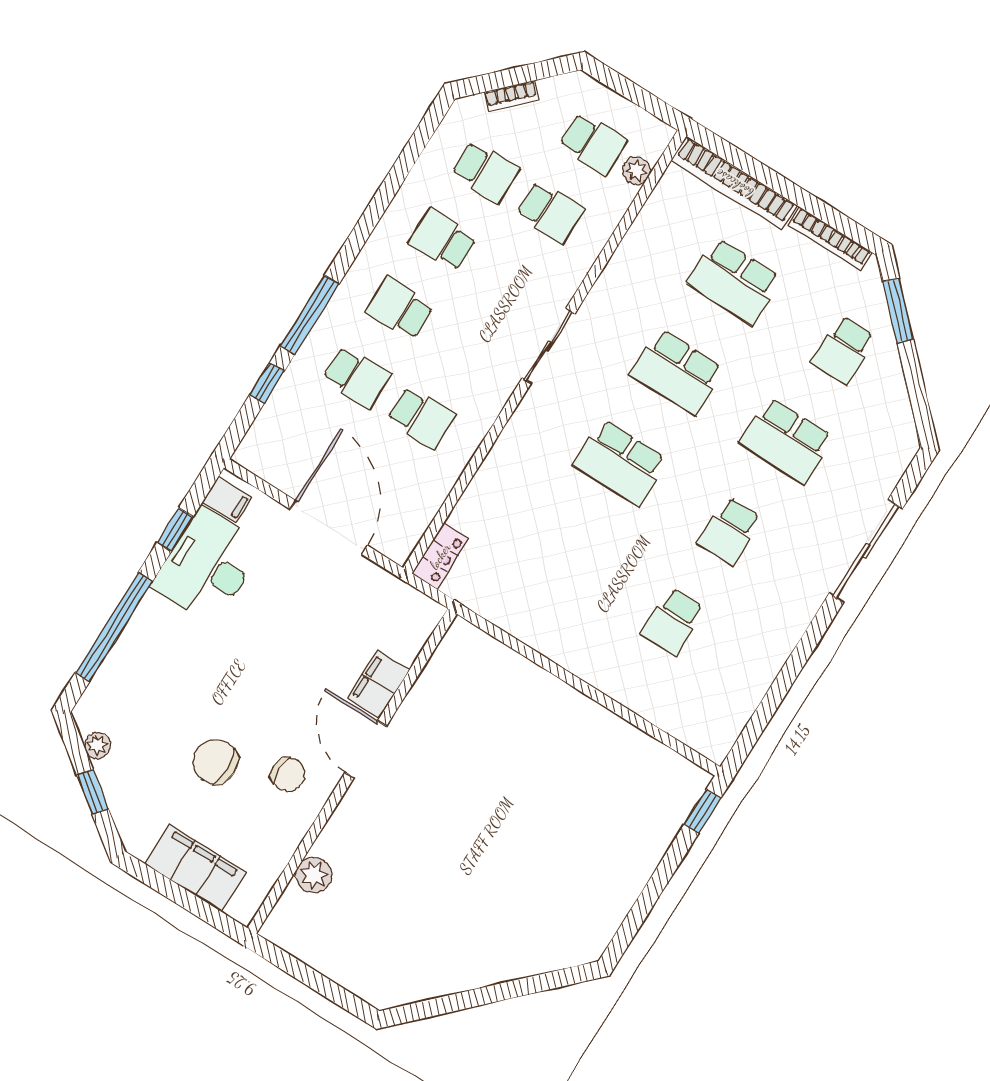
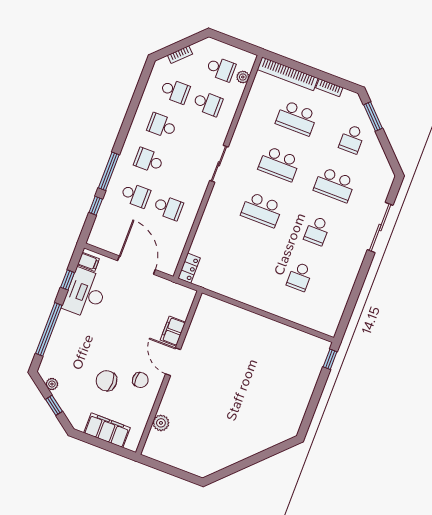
bookcase: (830, 239) -> (329, 88), width x0.64

